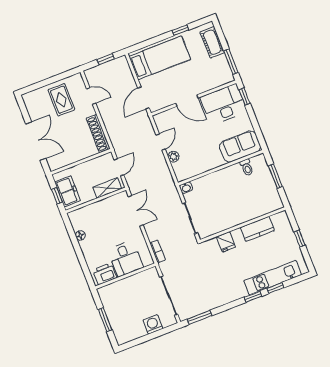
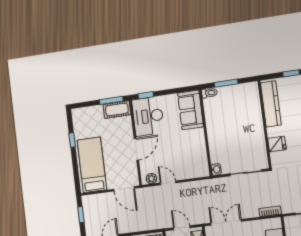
cot: (212, 42) -> (117, 110), moved
plant: (173, 157) -> (151, 179), moved
toilet: (247, 167) -> (209, 93), moved
kitchen counter: (257, 229) -> (271, 104), width x1.50

